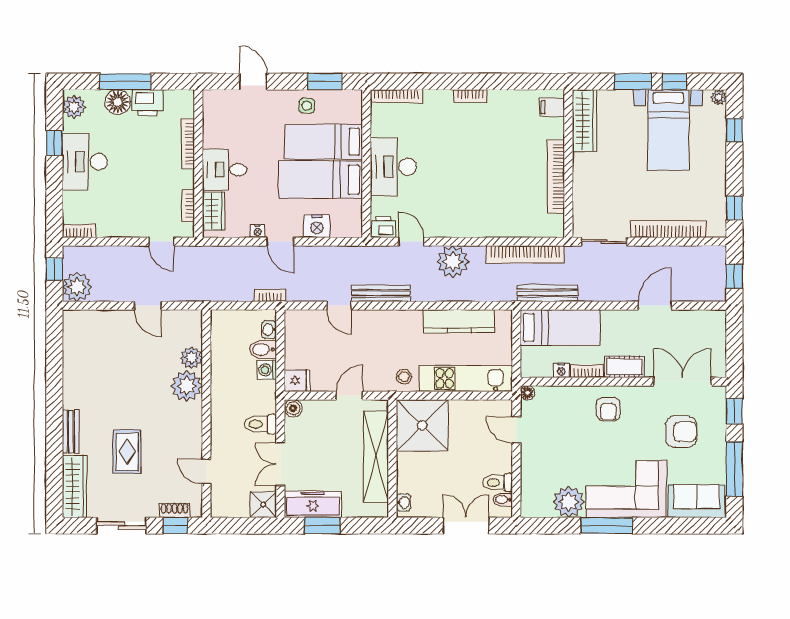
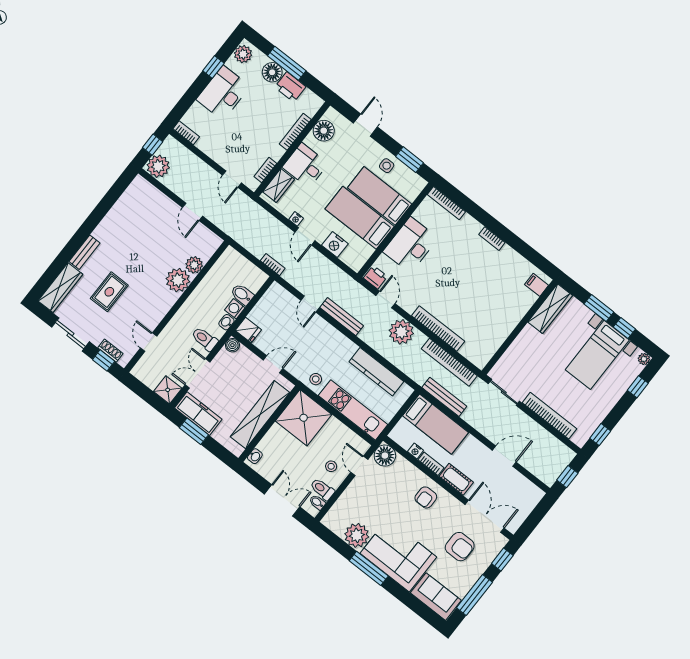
floor lamp: (216, 120) -> (324, 131), added
bookcase: (556, 176) -> (438, 329), moved, turned 90
washbasin: (269, 330) -> (226, 322), moved
floor lamp: (528, 393) -> (385, 456), width x1.89, depth x1.89
stool: (488, 452) -> (331, 466), added

